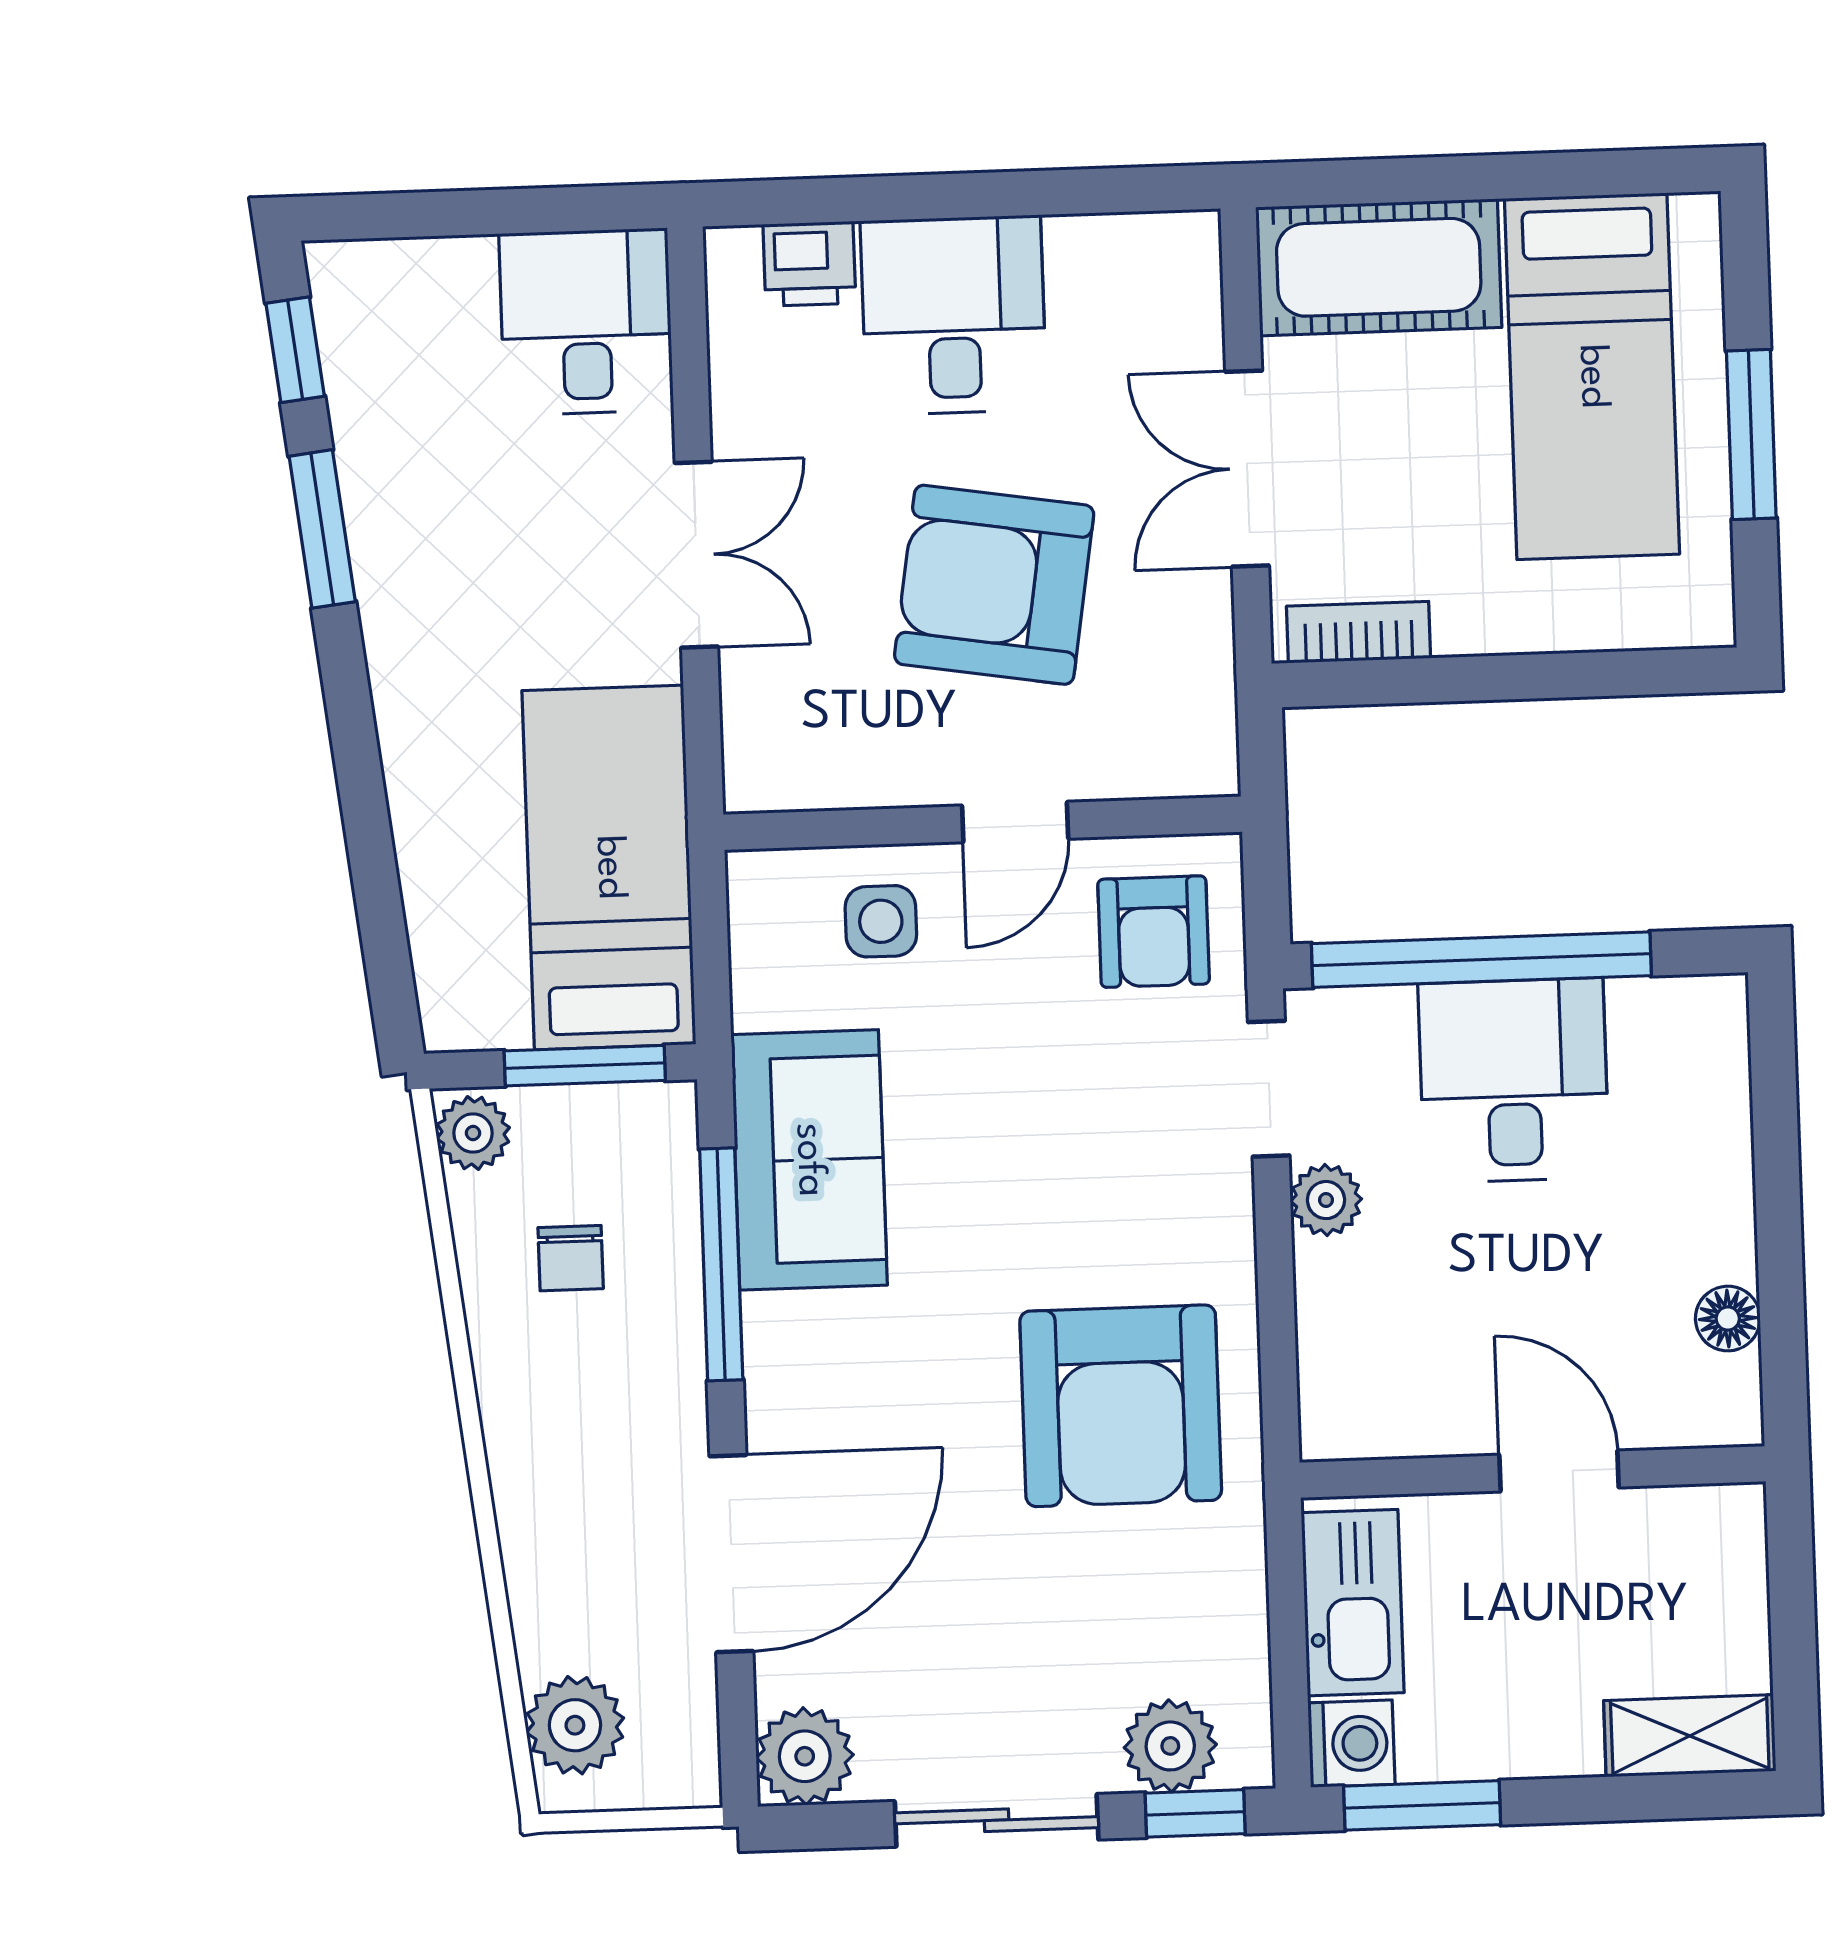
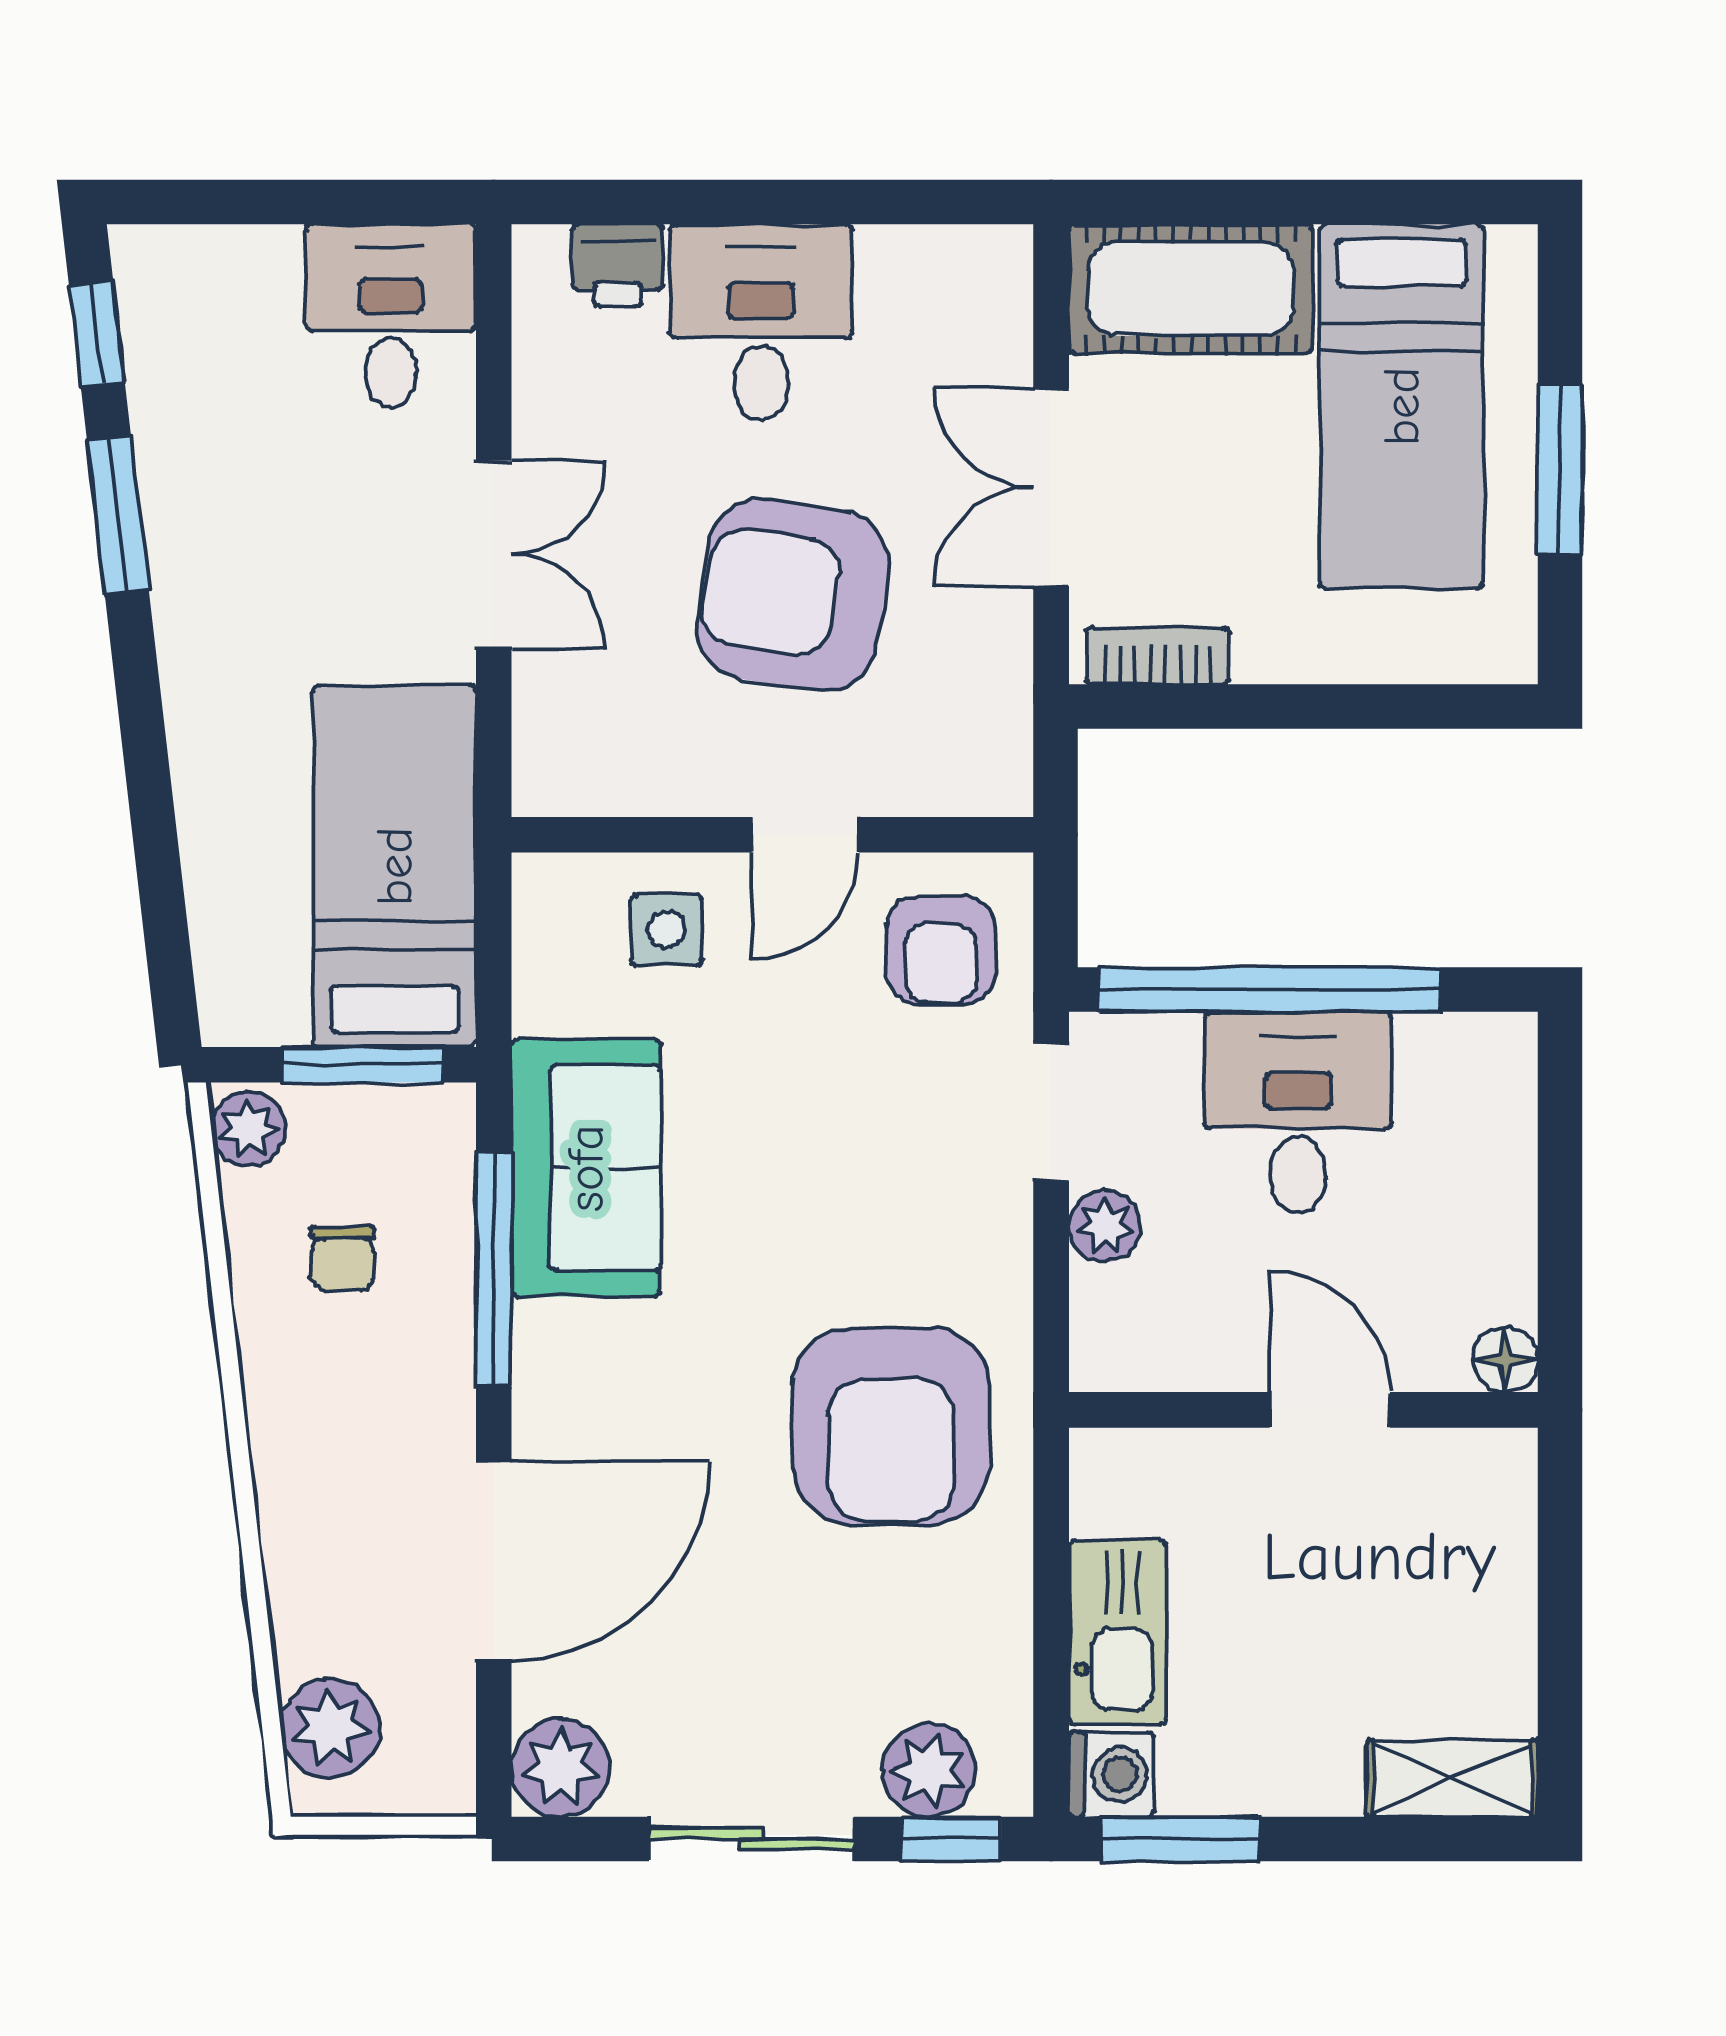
door: (1559, 1471) -> (1330, 1410), moved
wall: (1533, 1472) -> (1303, 1410), moved

